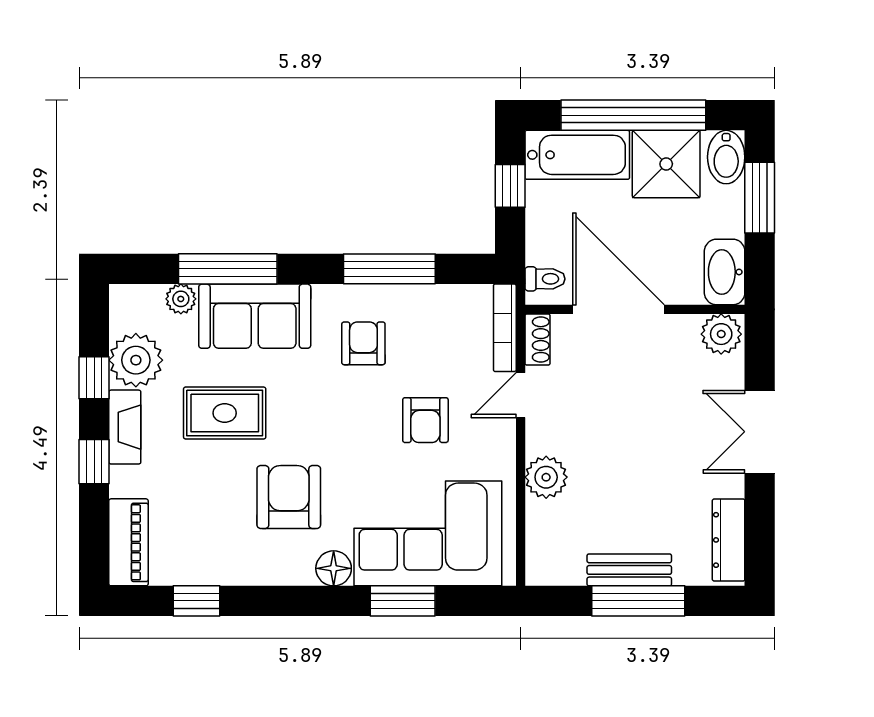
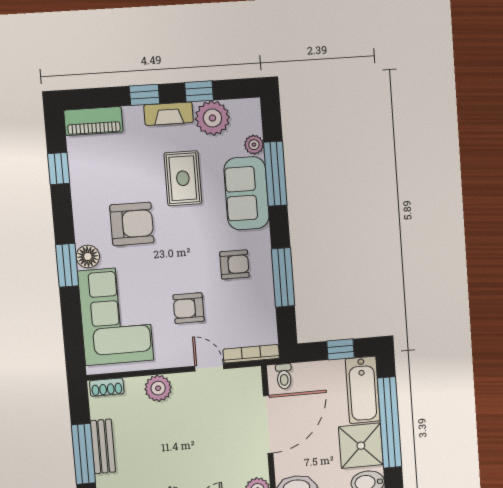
shoe rack: (537, 340) -> (107, 387), moved
window: (403, 601) -> (67, 265), moved

